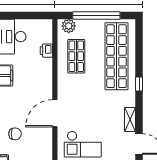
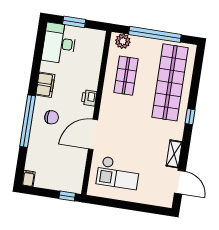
window: (23, 15) -> (74, 22), added
printer: (46, 51) -> (89, 98), moved
chair: (15, 134) -> (52, 117), moved

